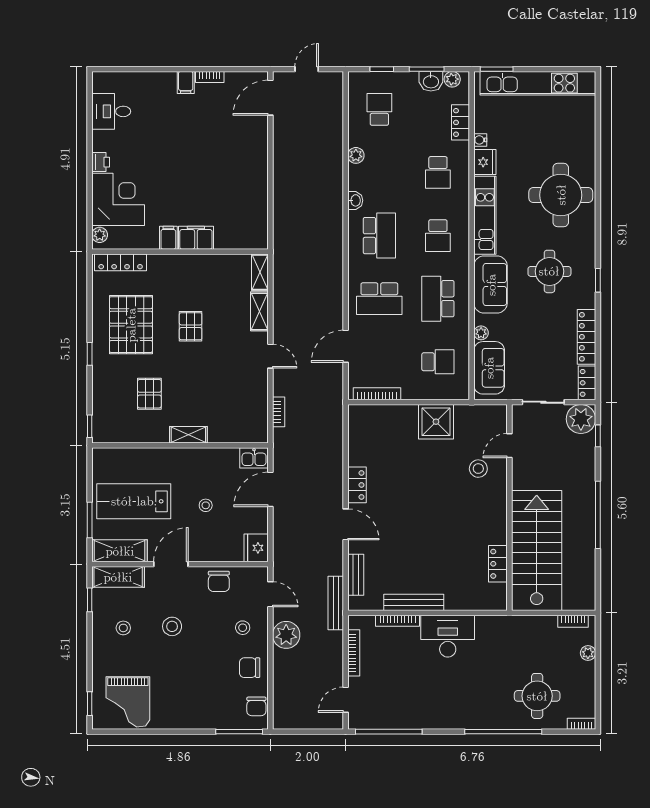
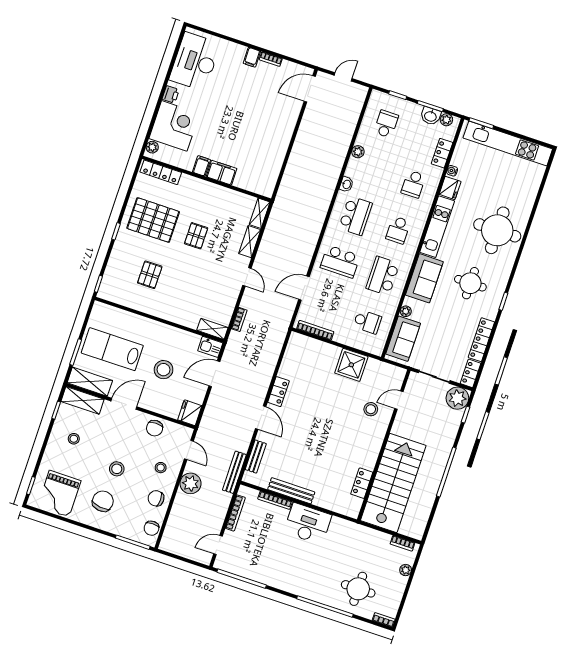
desk: (111, 111) -> (195, 62), width x1.87, depth x1.30
pallet: (131, 325) -> (153, 220), turned 90
shelving: (188, 435) -> (212, 329), moved
stool: (206, 505) -> (164, 370), width x1.89, depth x1.89
stool: (172, 626) -> (117, 469), moved
chair: (185, 693) -> (103, 501), added

